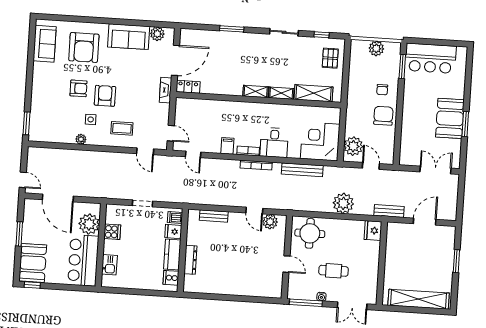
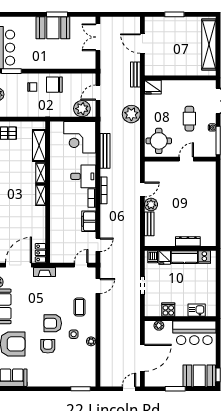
door: (175, 60) -> (19, 265), hinge flipped
filing cabinet: (227, 146) -> (89, 221), width x2.00
plant: (270, 222) -> (151, 205), moved
plant: (89, 224) -> (159, 326), width x0.53, depth x0.53

